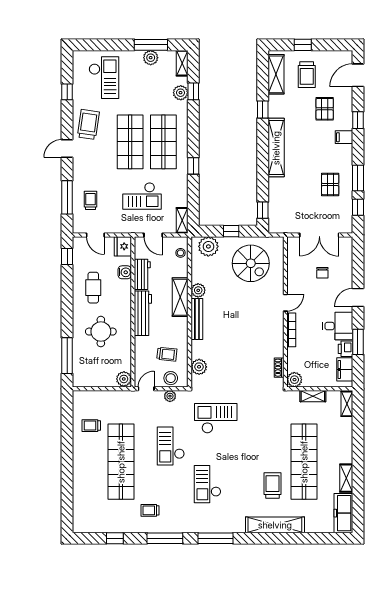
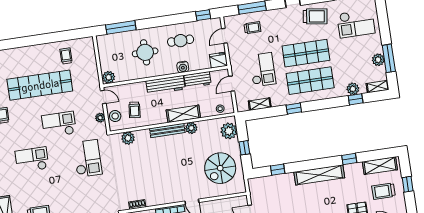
checkout: (142, 196) -> (263, 70), turned 180
window: (263, 210) -> (278, 170), moved
shelving: (182, 220) -> (260, 104), moved
water cooler: (125, 272) -> (183, 67), moved

